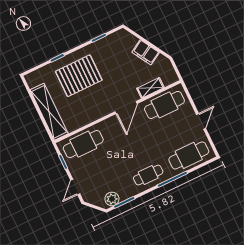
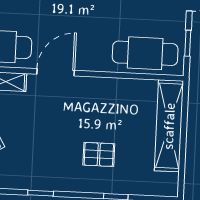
pallet: (79, 76) -> (99, 154), width x0.49, depth x0.50

